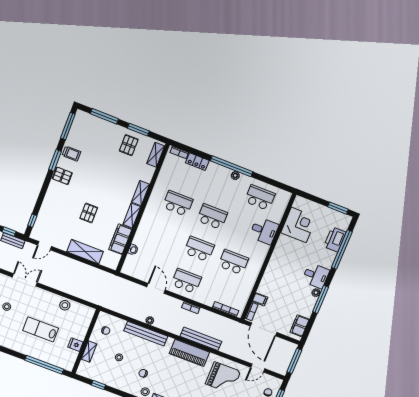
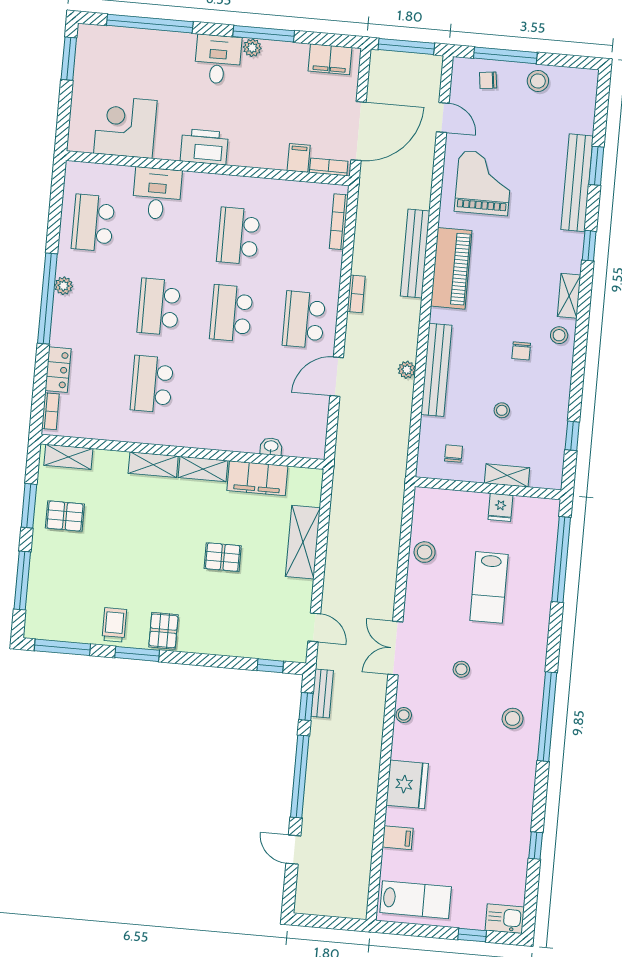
printer: (335, 239) -> (204, 147), moved, turned 180

